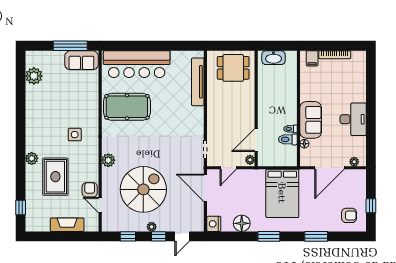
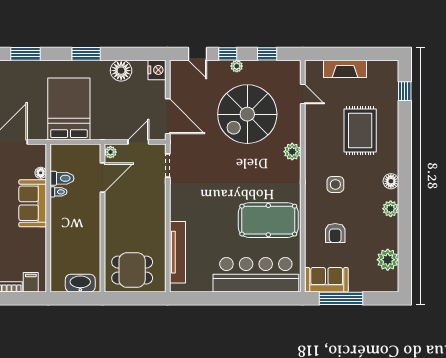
floor lamp: (31, 137) -> (391, 181), added
plant: (32, 158) -> (391, 209), moved
armchair: (90, 190) -> (335, 233), moved
door: (182, 236) -> (198, 54), swing flipped

